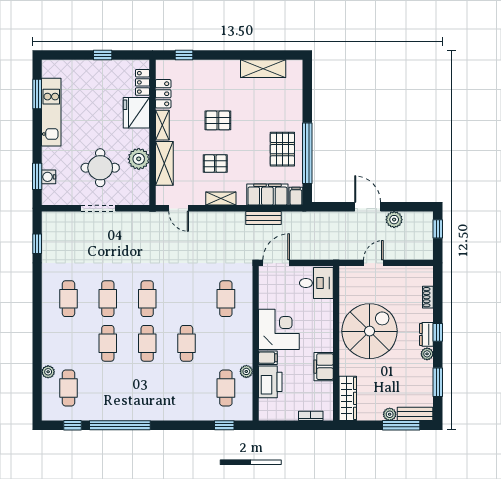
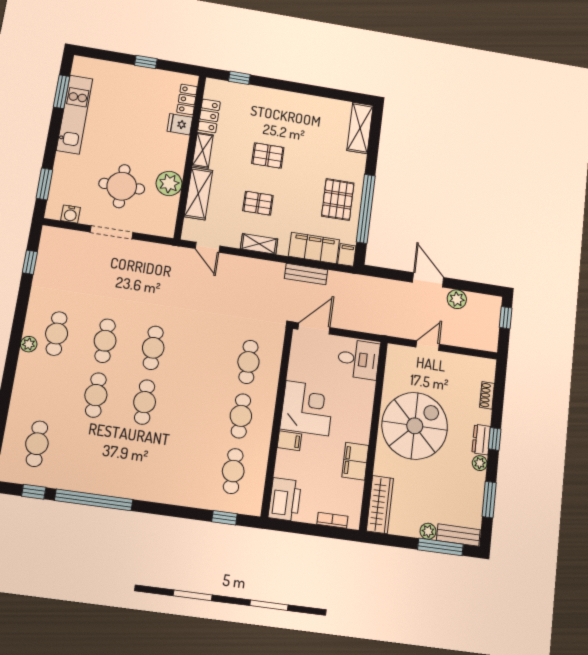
shelving: (263, 69) -> (360, 128), moved, turned 90
fridge: (136, 113) -> (180, 124), width x0.53, depth x0.75
water cooler: (49, 177) -> (71, 214), moved, turned -90
cafe table: (187, 343) -> (241, 416), moved
plant: (246, 371) -> (261, 454), removed
plant: (48, 372) -> (29, 344), moved
printer: (270, 382) -> (285, 499), moved

